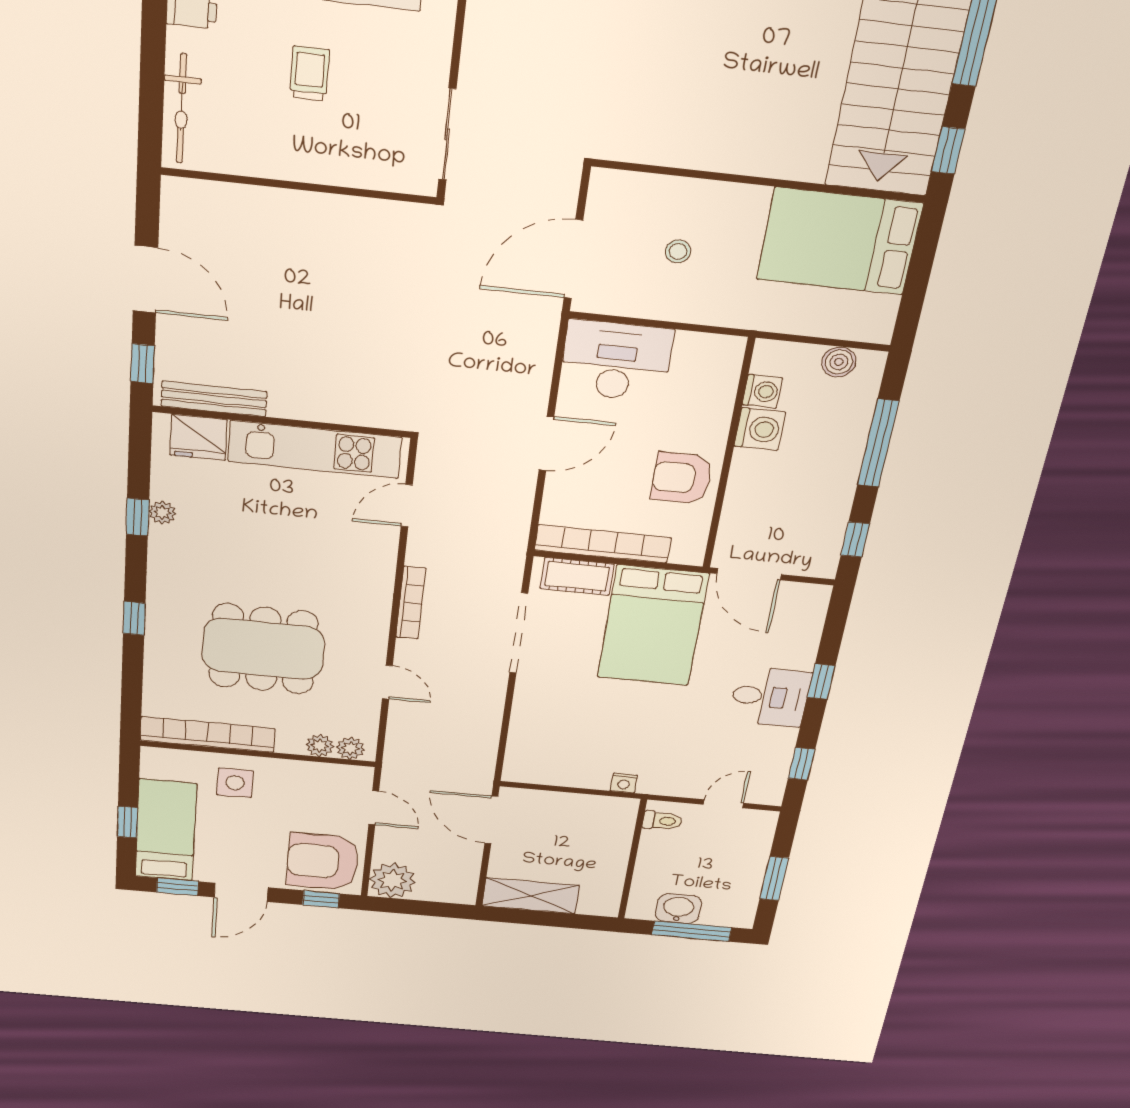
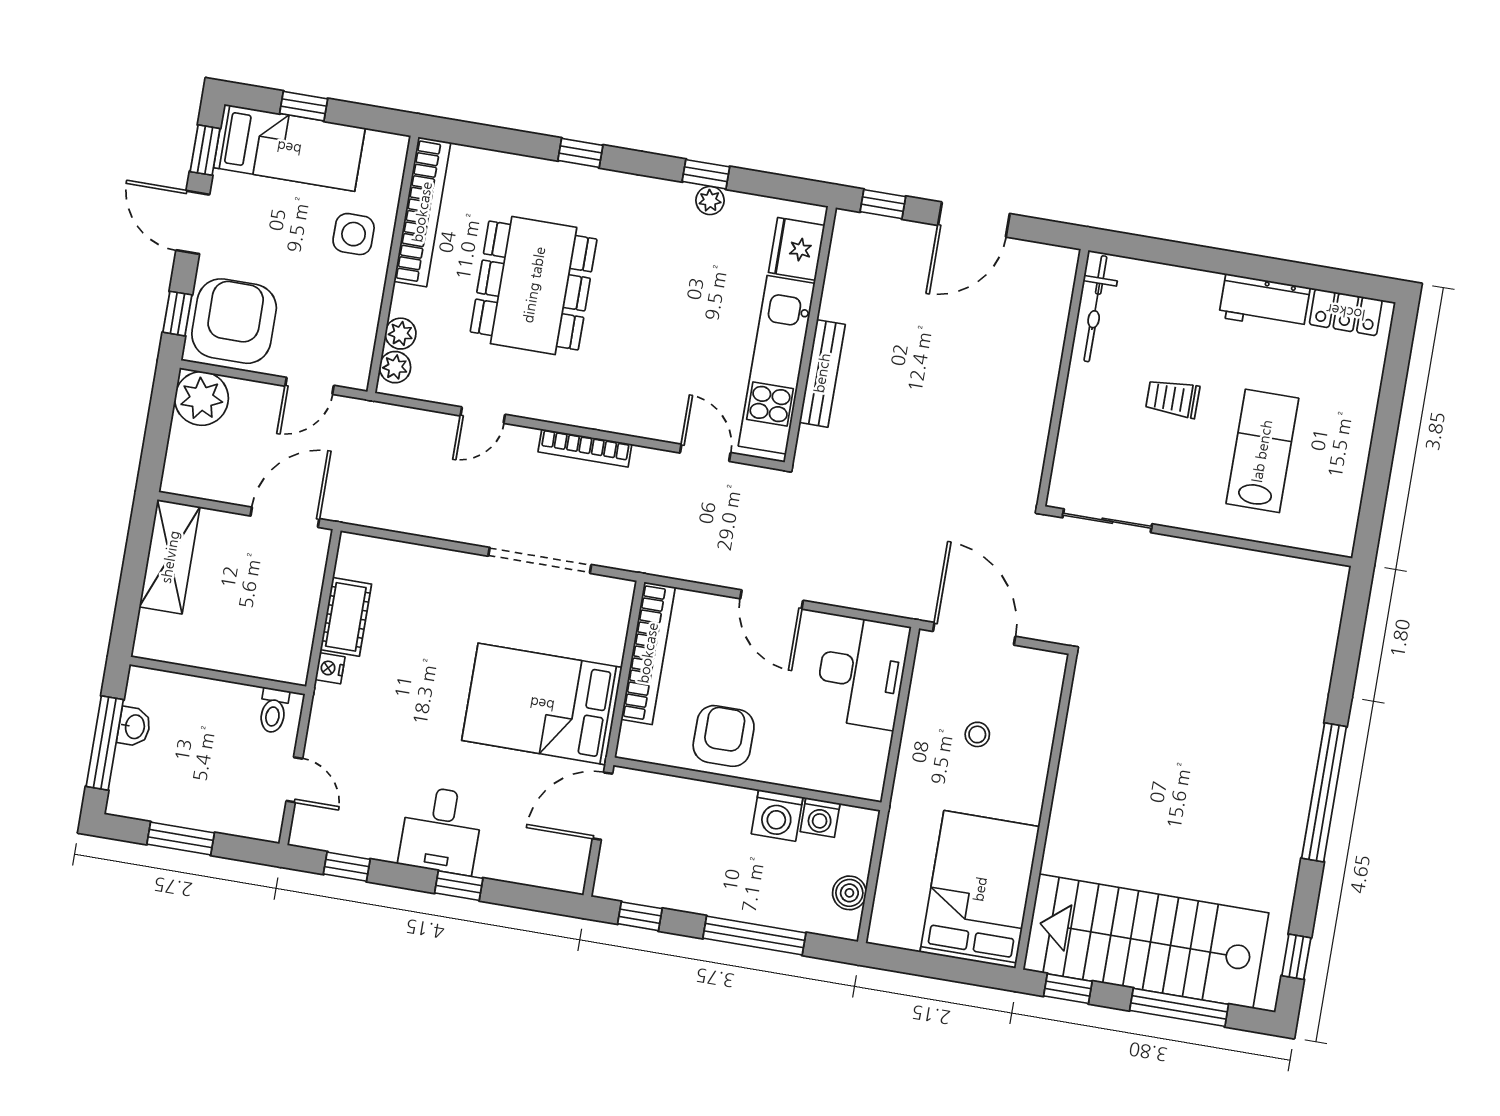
trolley: (310, 73) -> (1173, 398), turned 180
bicycle: (182, 109) -> (1095, 309), moved, turned -90
bench: (214, 399) -> (822, 373), moved
cot: (577, 576) -> (346, 617), moved
washbasin: (678, 909) -> (134, 727), width x0.72, depth x0.69

